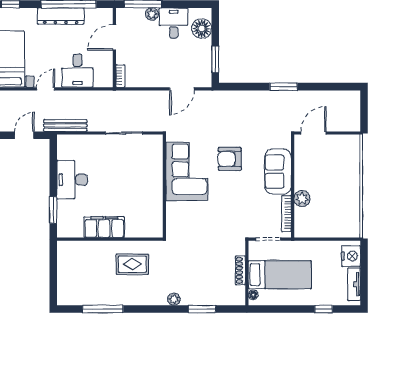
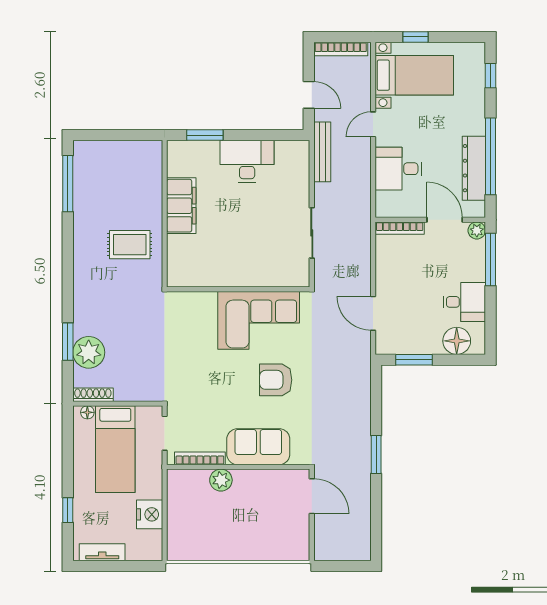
plant: (152, 14) -> (477, 230), moved
dresser: (61, 16) -> (474, 168), moved
bookcase: (120, 76) -> (400, 228), width x1.56
door: (46, 89) -> (373, 124), swing flipped
armchair: (230, 159) -> (276, 380), turned -90
nightstand: (351, 256) -> (150, 514), moved, turned -90
rug: (132, 264) -> (130, 245), turned 90
shoe rack: (240, 270) -> (93, 395), moved
plant: (174, 299) -> (89, 352), moved, width x1.87, depth x1.87
window: (103, 309) -> (68, 184), moved

